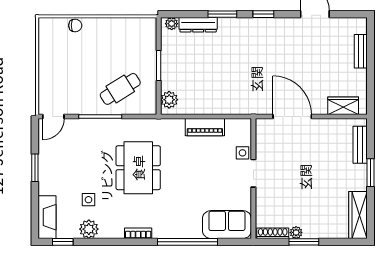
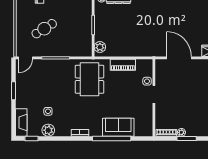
cafe table: (120, 89) -> (44, 29), moved
dining table: (138, 168) -> (89, 79), moved
sofa: (227, 225) -> (118, 127), moved

